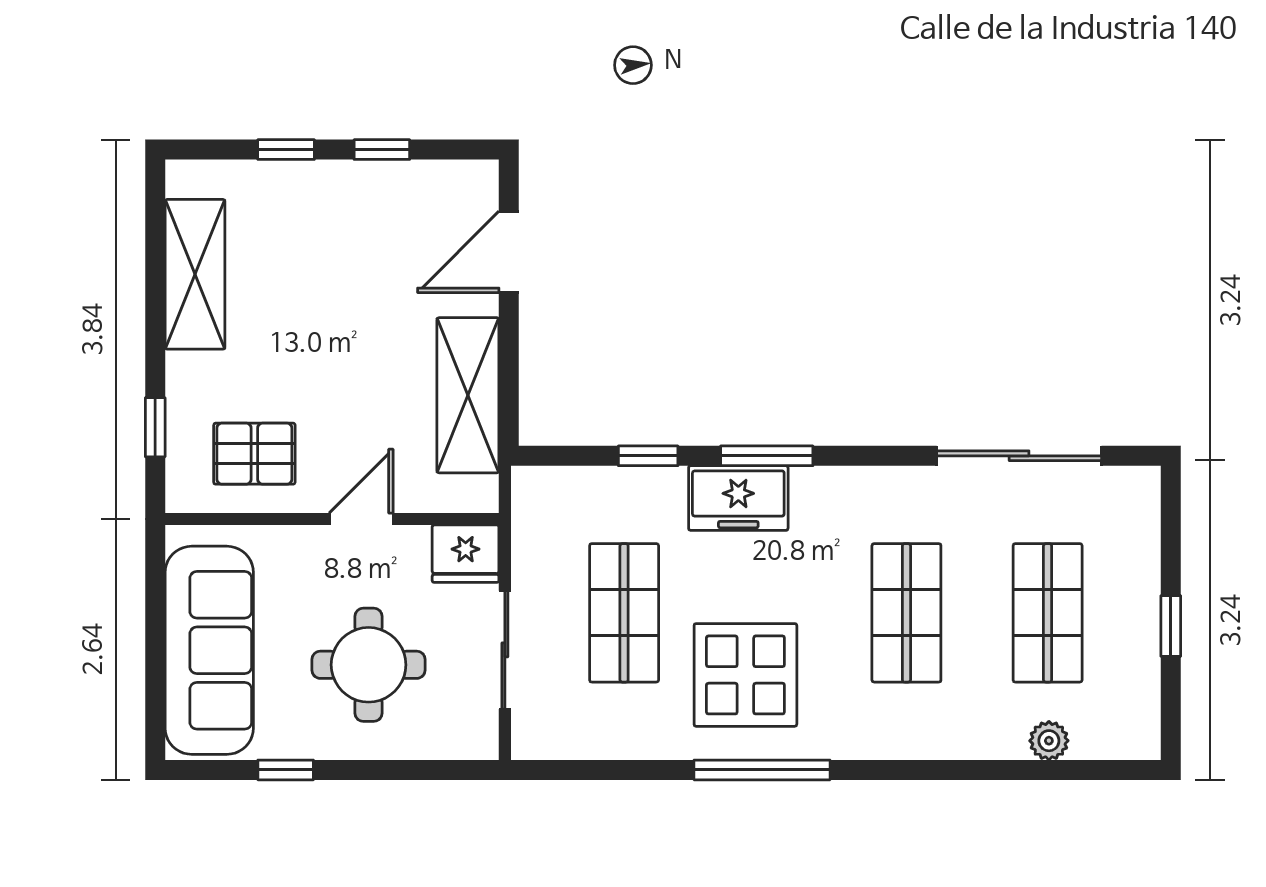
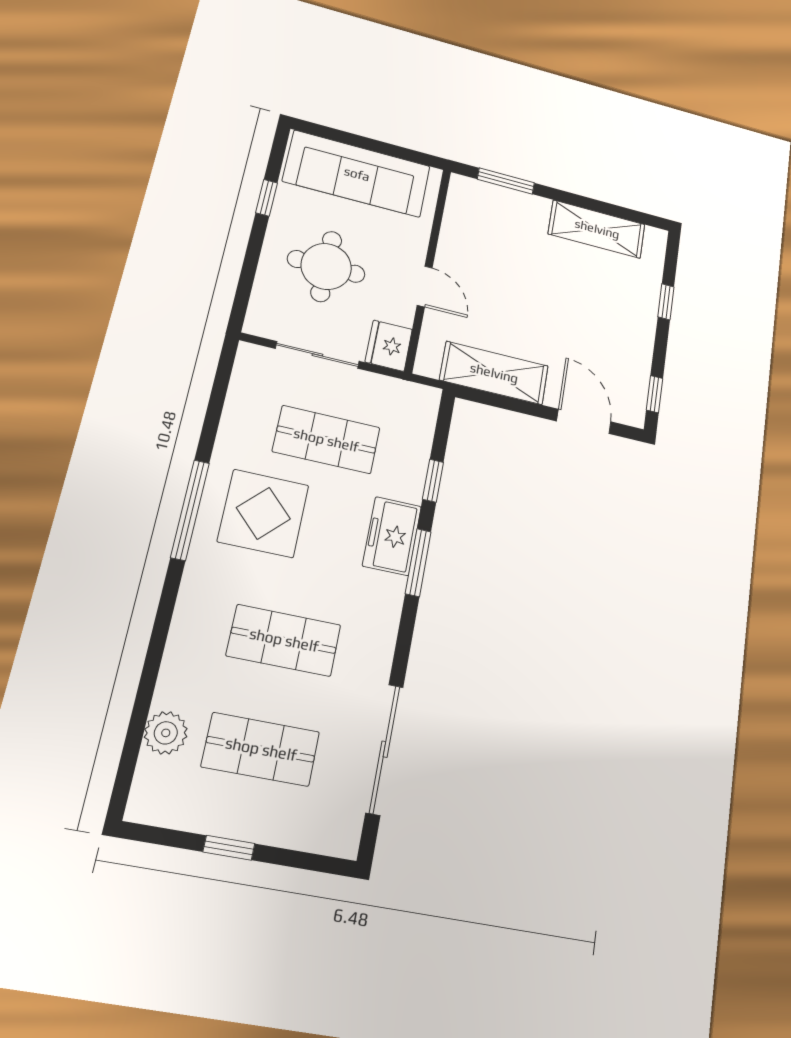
window: (382, 150) -> (655, 394), moved
window: (155, 427) -> (506, 181), width x1.50
pallet: (254, 454) -> (479, 234), removed
plant: (1049, 741) -> (166, 733), width x1.38, depth x1.38

